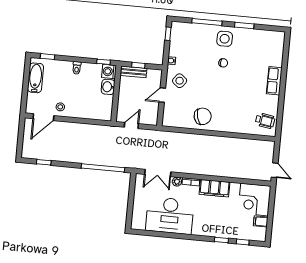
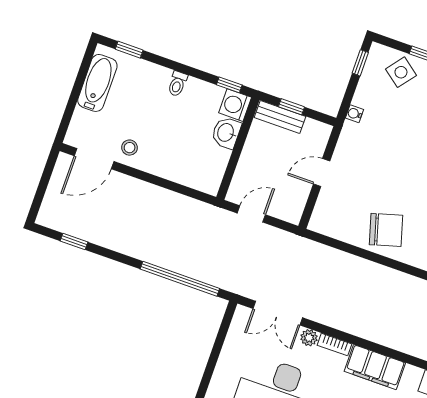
side table: (180, 81) -> (401, 72), moved

